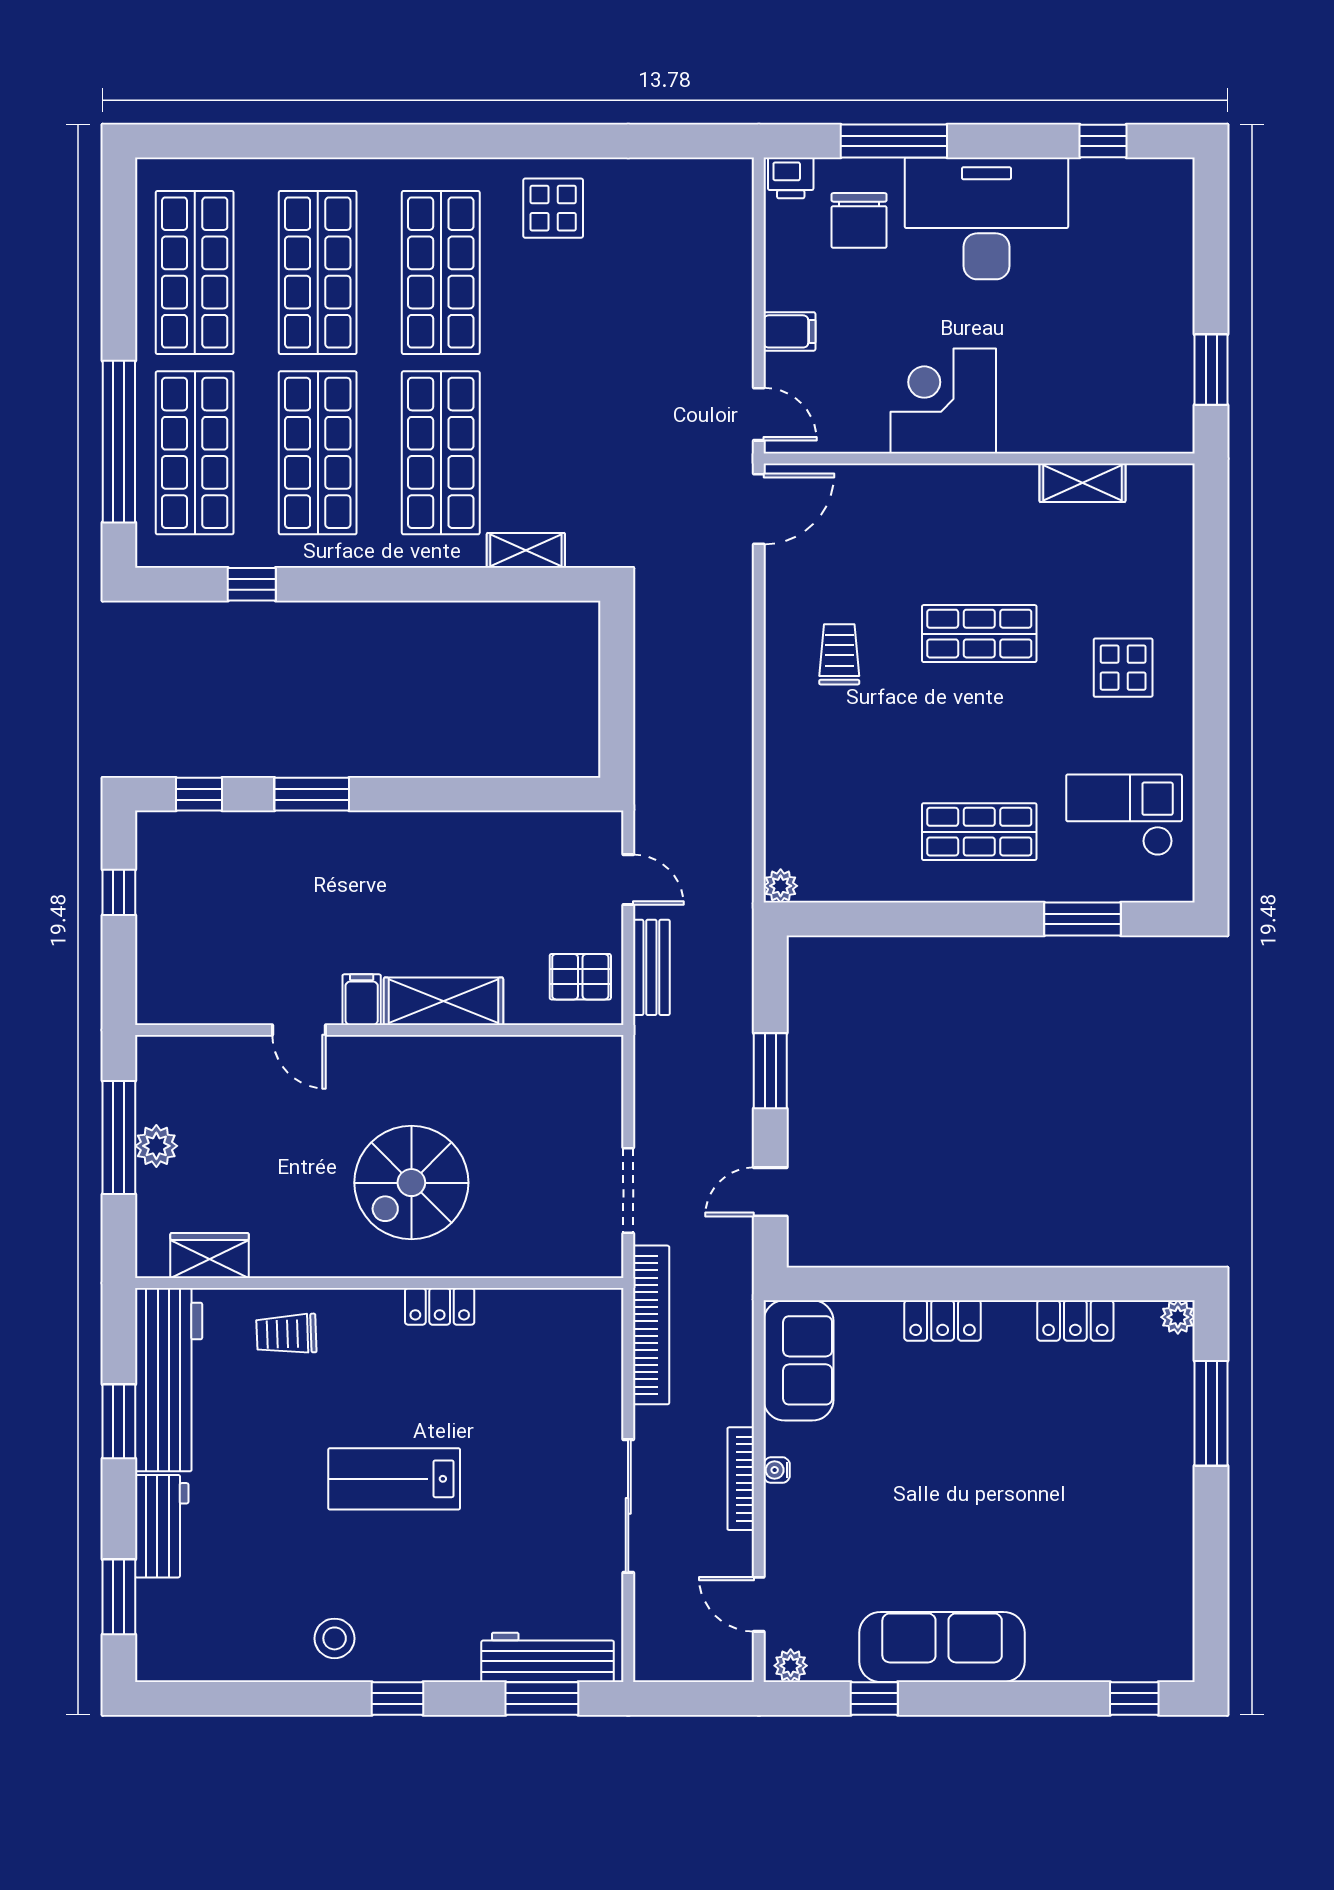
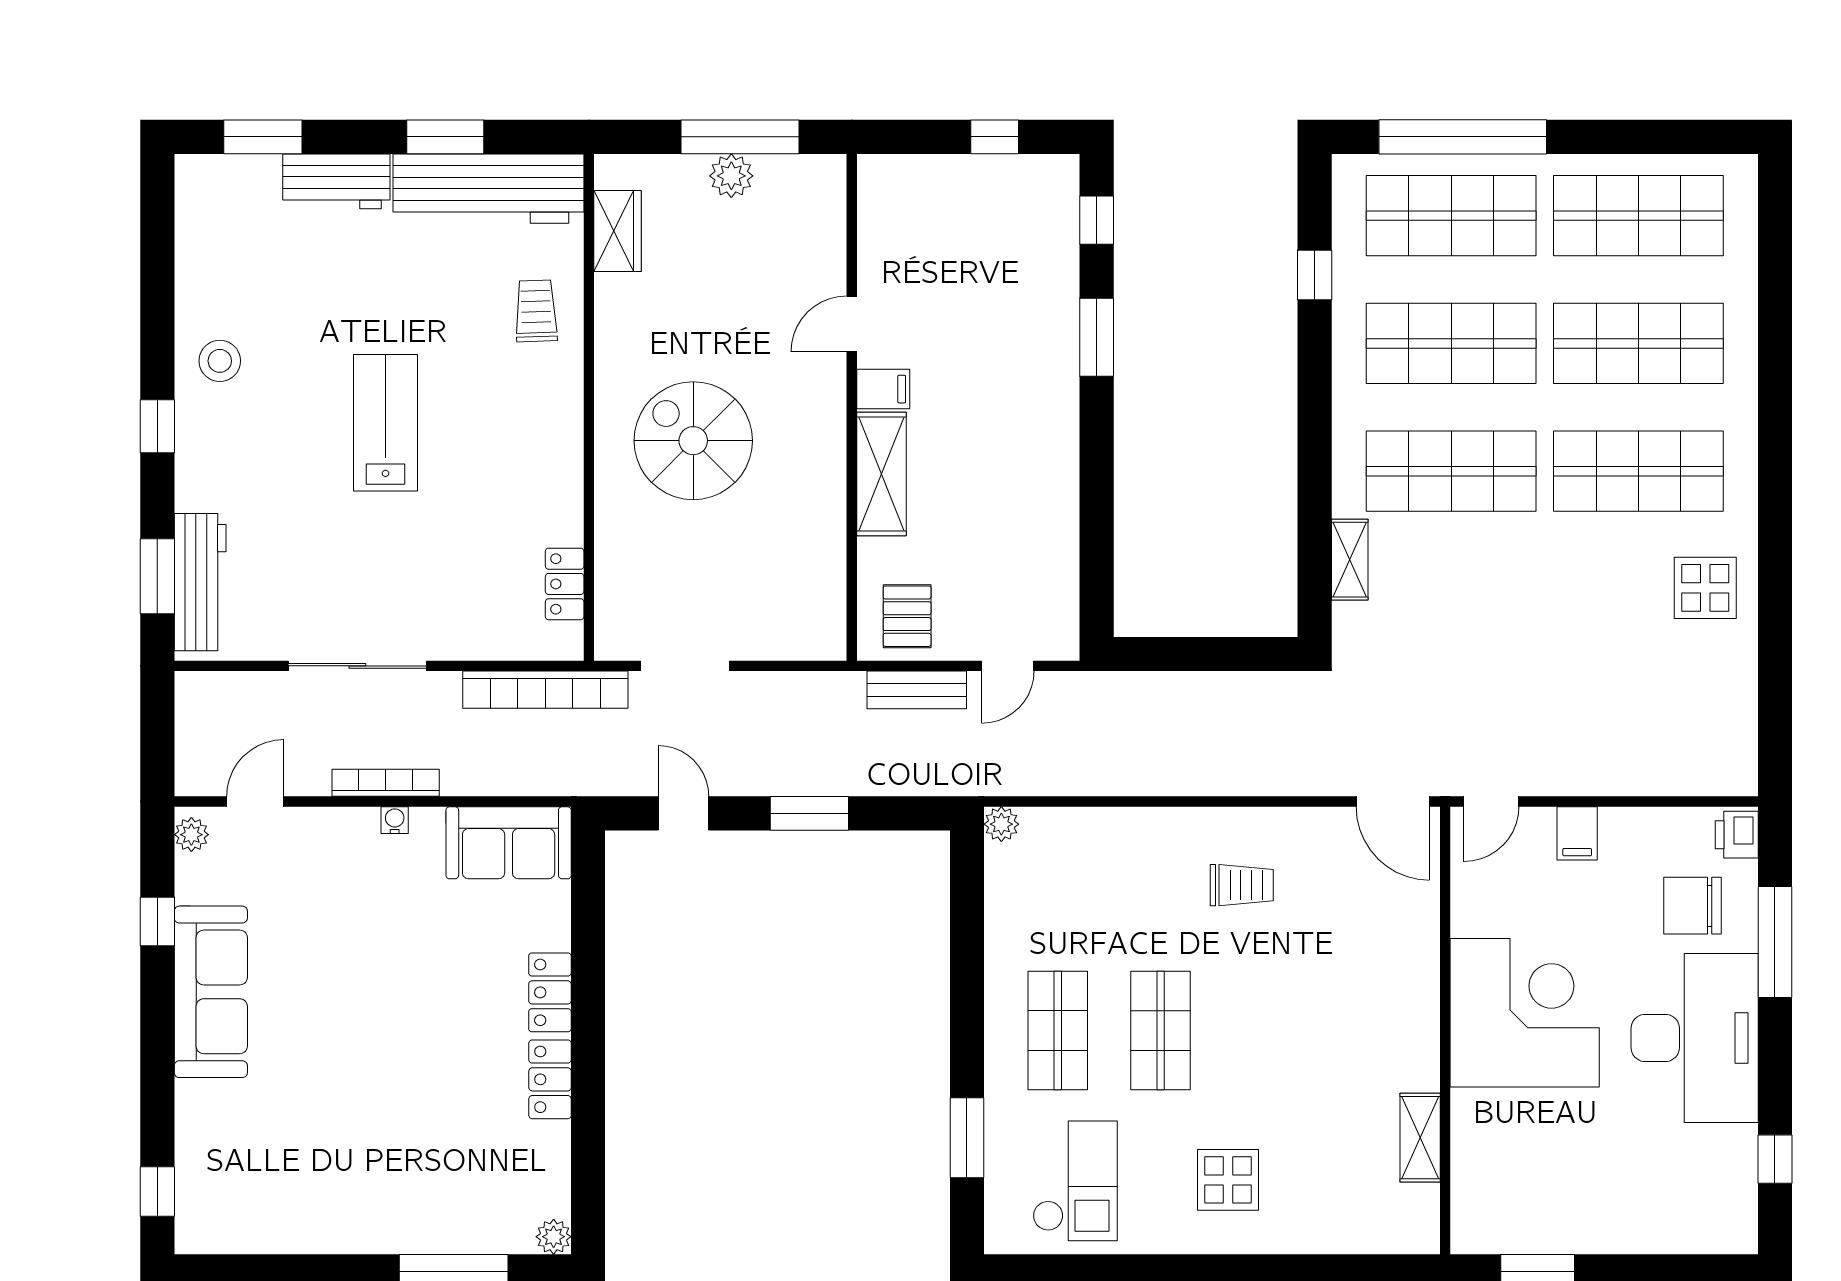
corner desk: (943, 401) -> (1525, 1013), width x1.36, depth x1.36
shop shelf: (979, 634) -> (1161, 1030), moved
locker: (440, 1306) -> (565, 584), moved
locker: (1075, 1320) -> (550, 1079), moved

